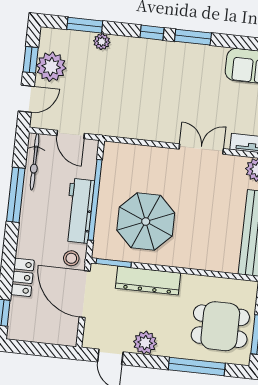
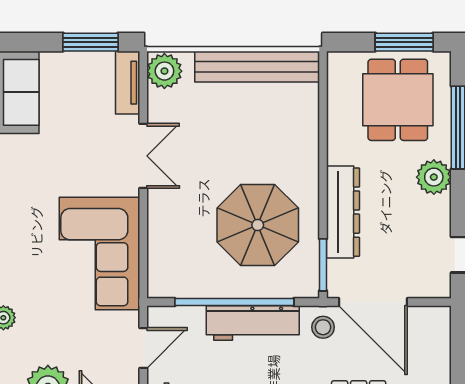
corner sofa: (138, 112) -> (100, 253), added
double door: (201, 149) -> (143, 156), swing flipped
door: (85, 294) -> (373, 302), hinge flipped
plant: (145, 343) -> (434, 177), moved

